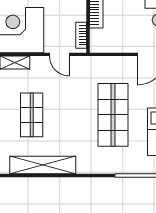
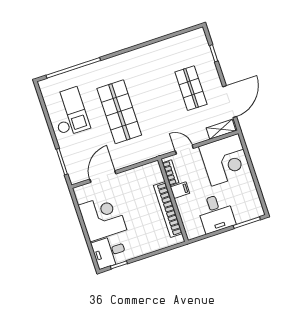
filing cabinet: (78, 14) -> (180, 190), added
shelving: (43, 165) -> (167, 47), removed

